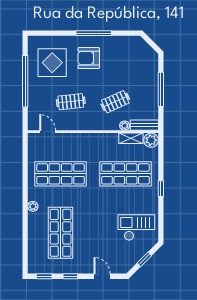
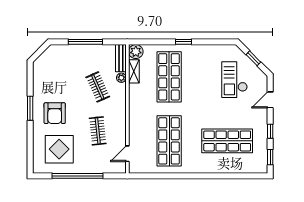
window: (94, 33) -> (30, 108), width x0.69
plant: (33, 206) -> (201, 168), removed
checkout: (136, 228) -> (234, 80), moved

